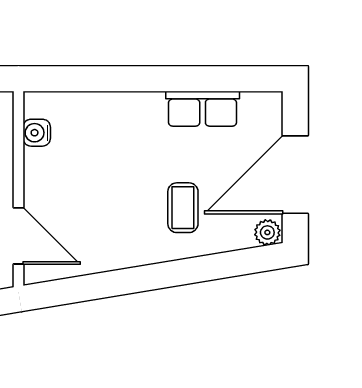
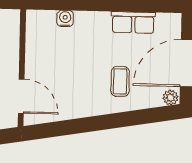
water cooler: (37, 133) -> (65, 18), moved, turned 90

